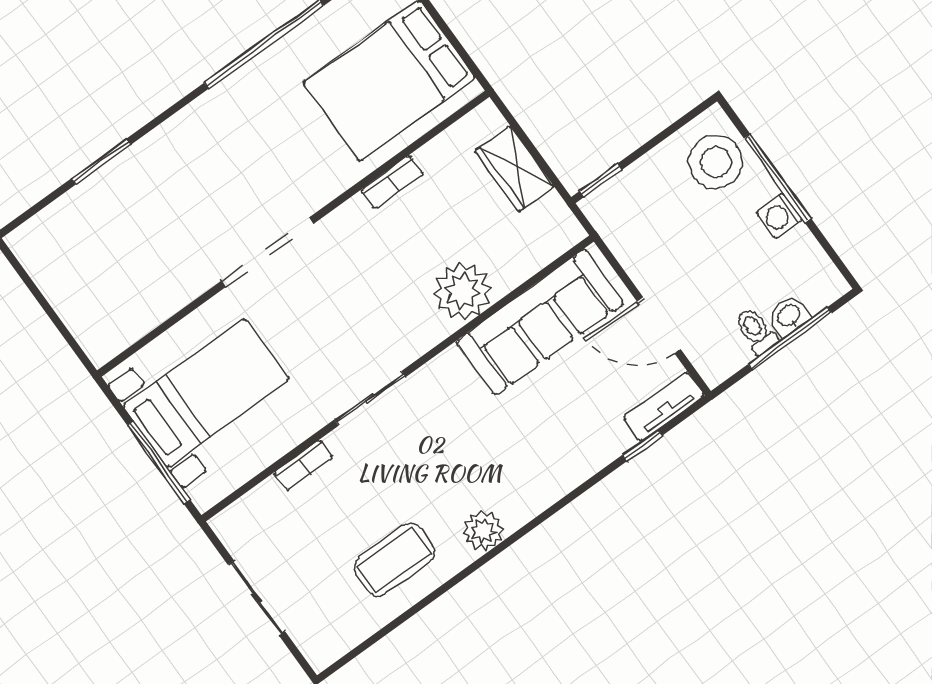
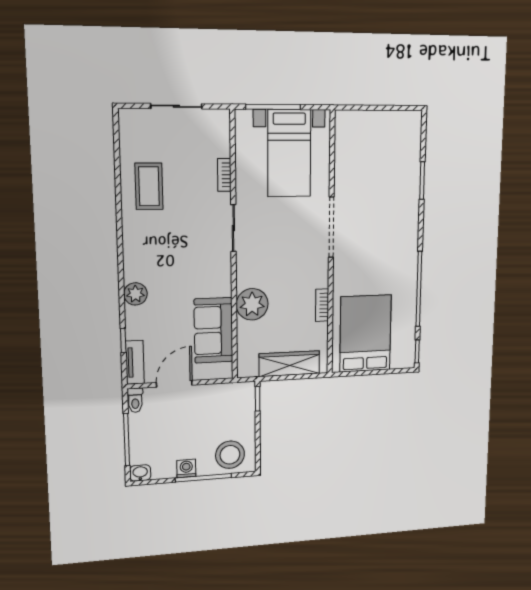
wardrobe: (515, 169) -> (289, 364), width x1.50
washbasin: (789, 316) -> (140, 473), moved, turned -90
sofa: (540, 322) -> (214, 330), width x0.73
toilet: (756, 331) -> (135, 400), moved, turned 90
plant: (483, 531) -> (135, 294), moved

